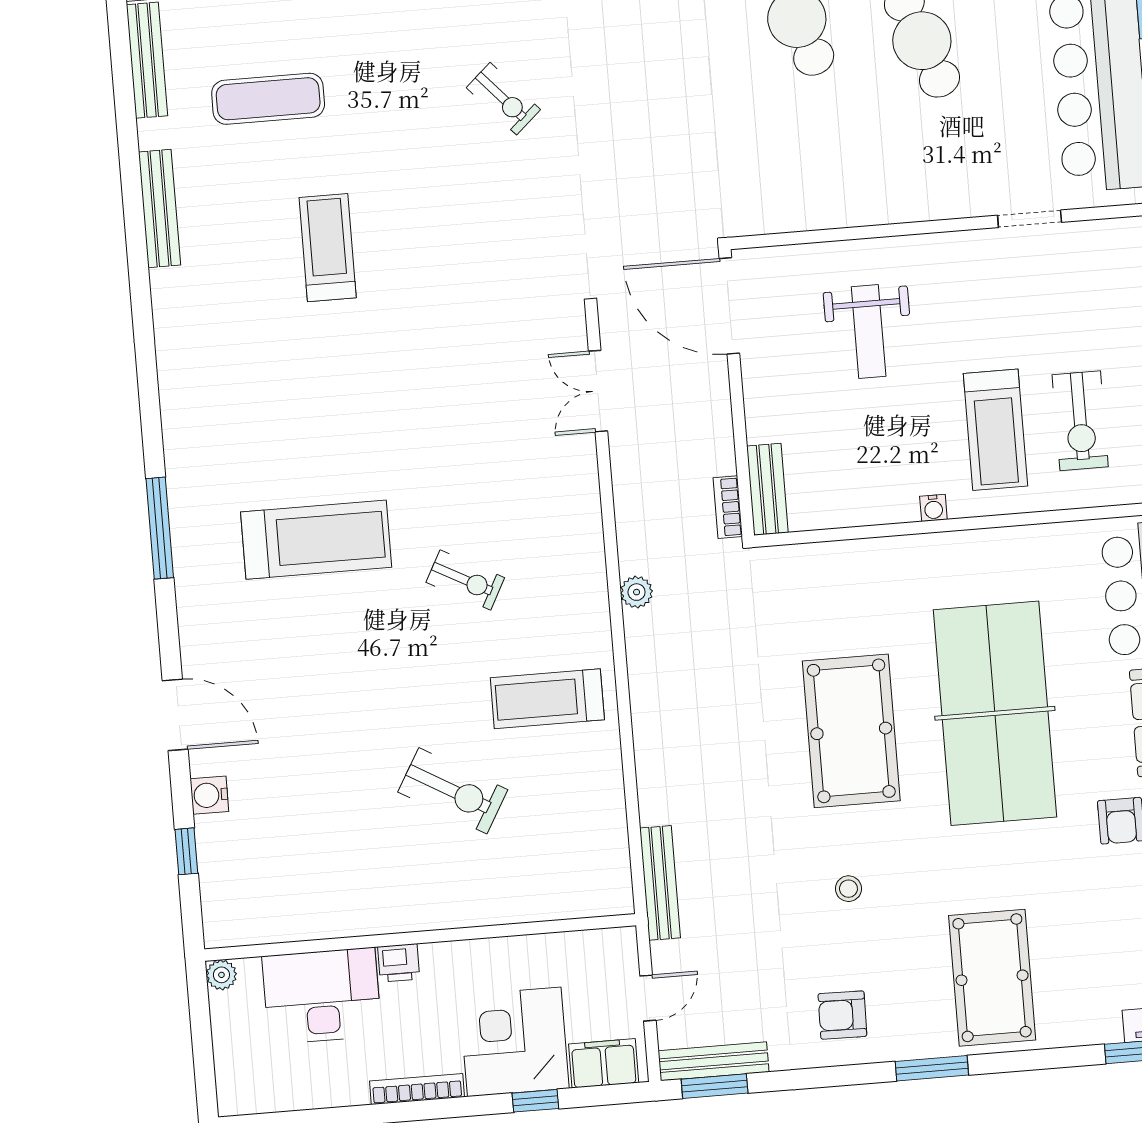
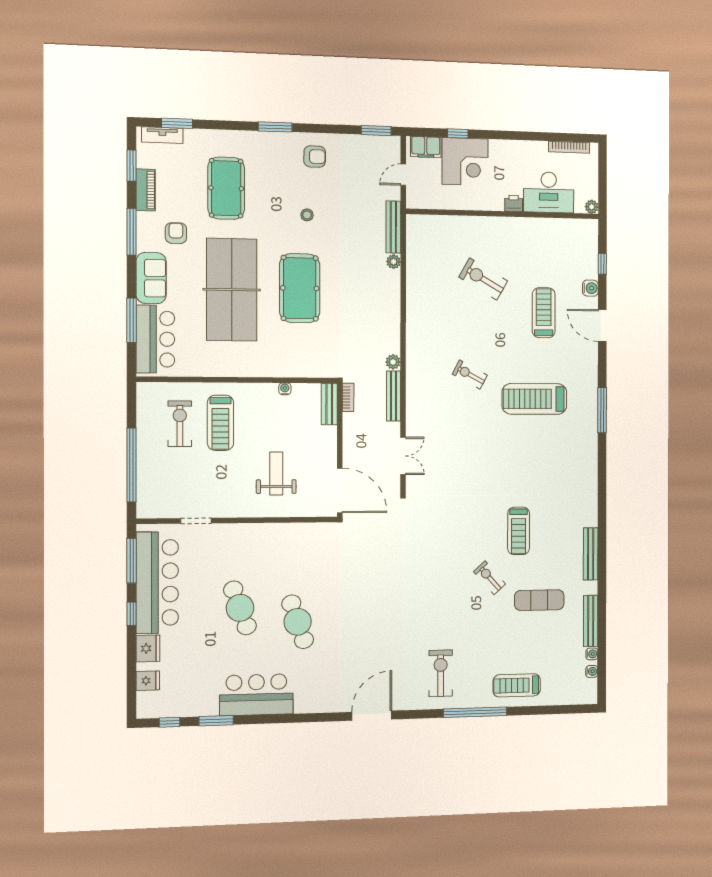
exercise bike: (503, 99) -> (490, 578), moved
treadmill: (995, 430) -> (220, 423), turned 180
water cooler: (933, 508) -> (285, 389), moved
treadmill: (547, 699) -> (544, 313), moved, turned -90
plant: (654, 808) -> (394, 262), added
pool table: (992, 978) -> (226, 188), moved
bench: (714, 1061) -> (393, 396), moved, turned 90
bookcase: (417, 1089) -> (569, 147), moved

